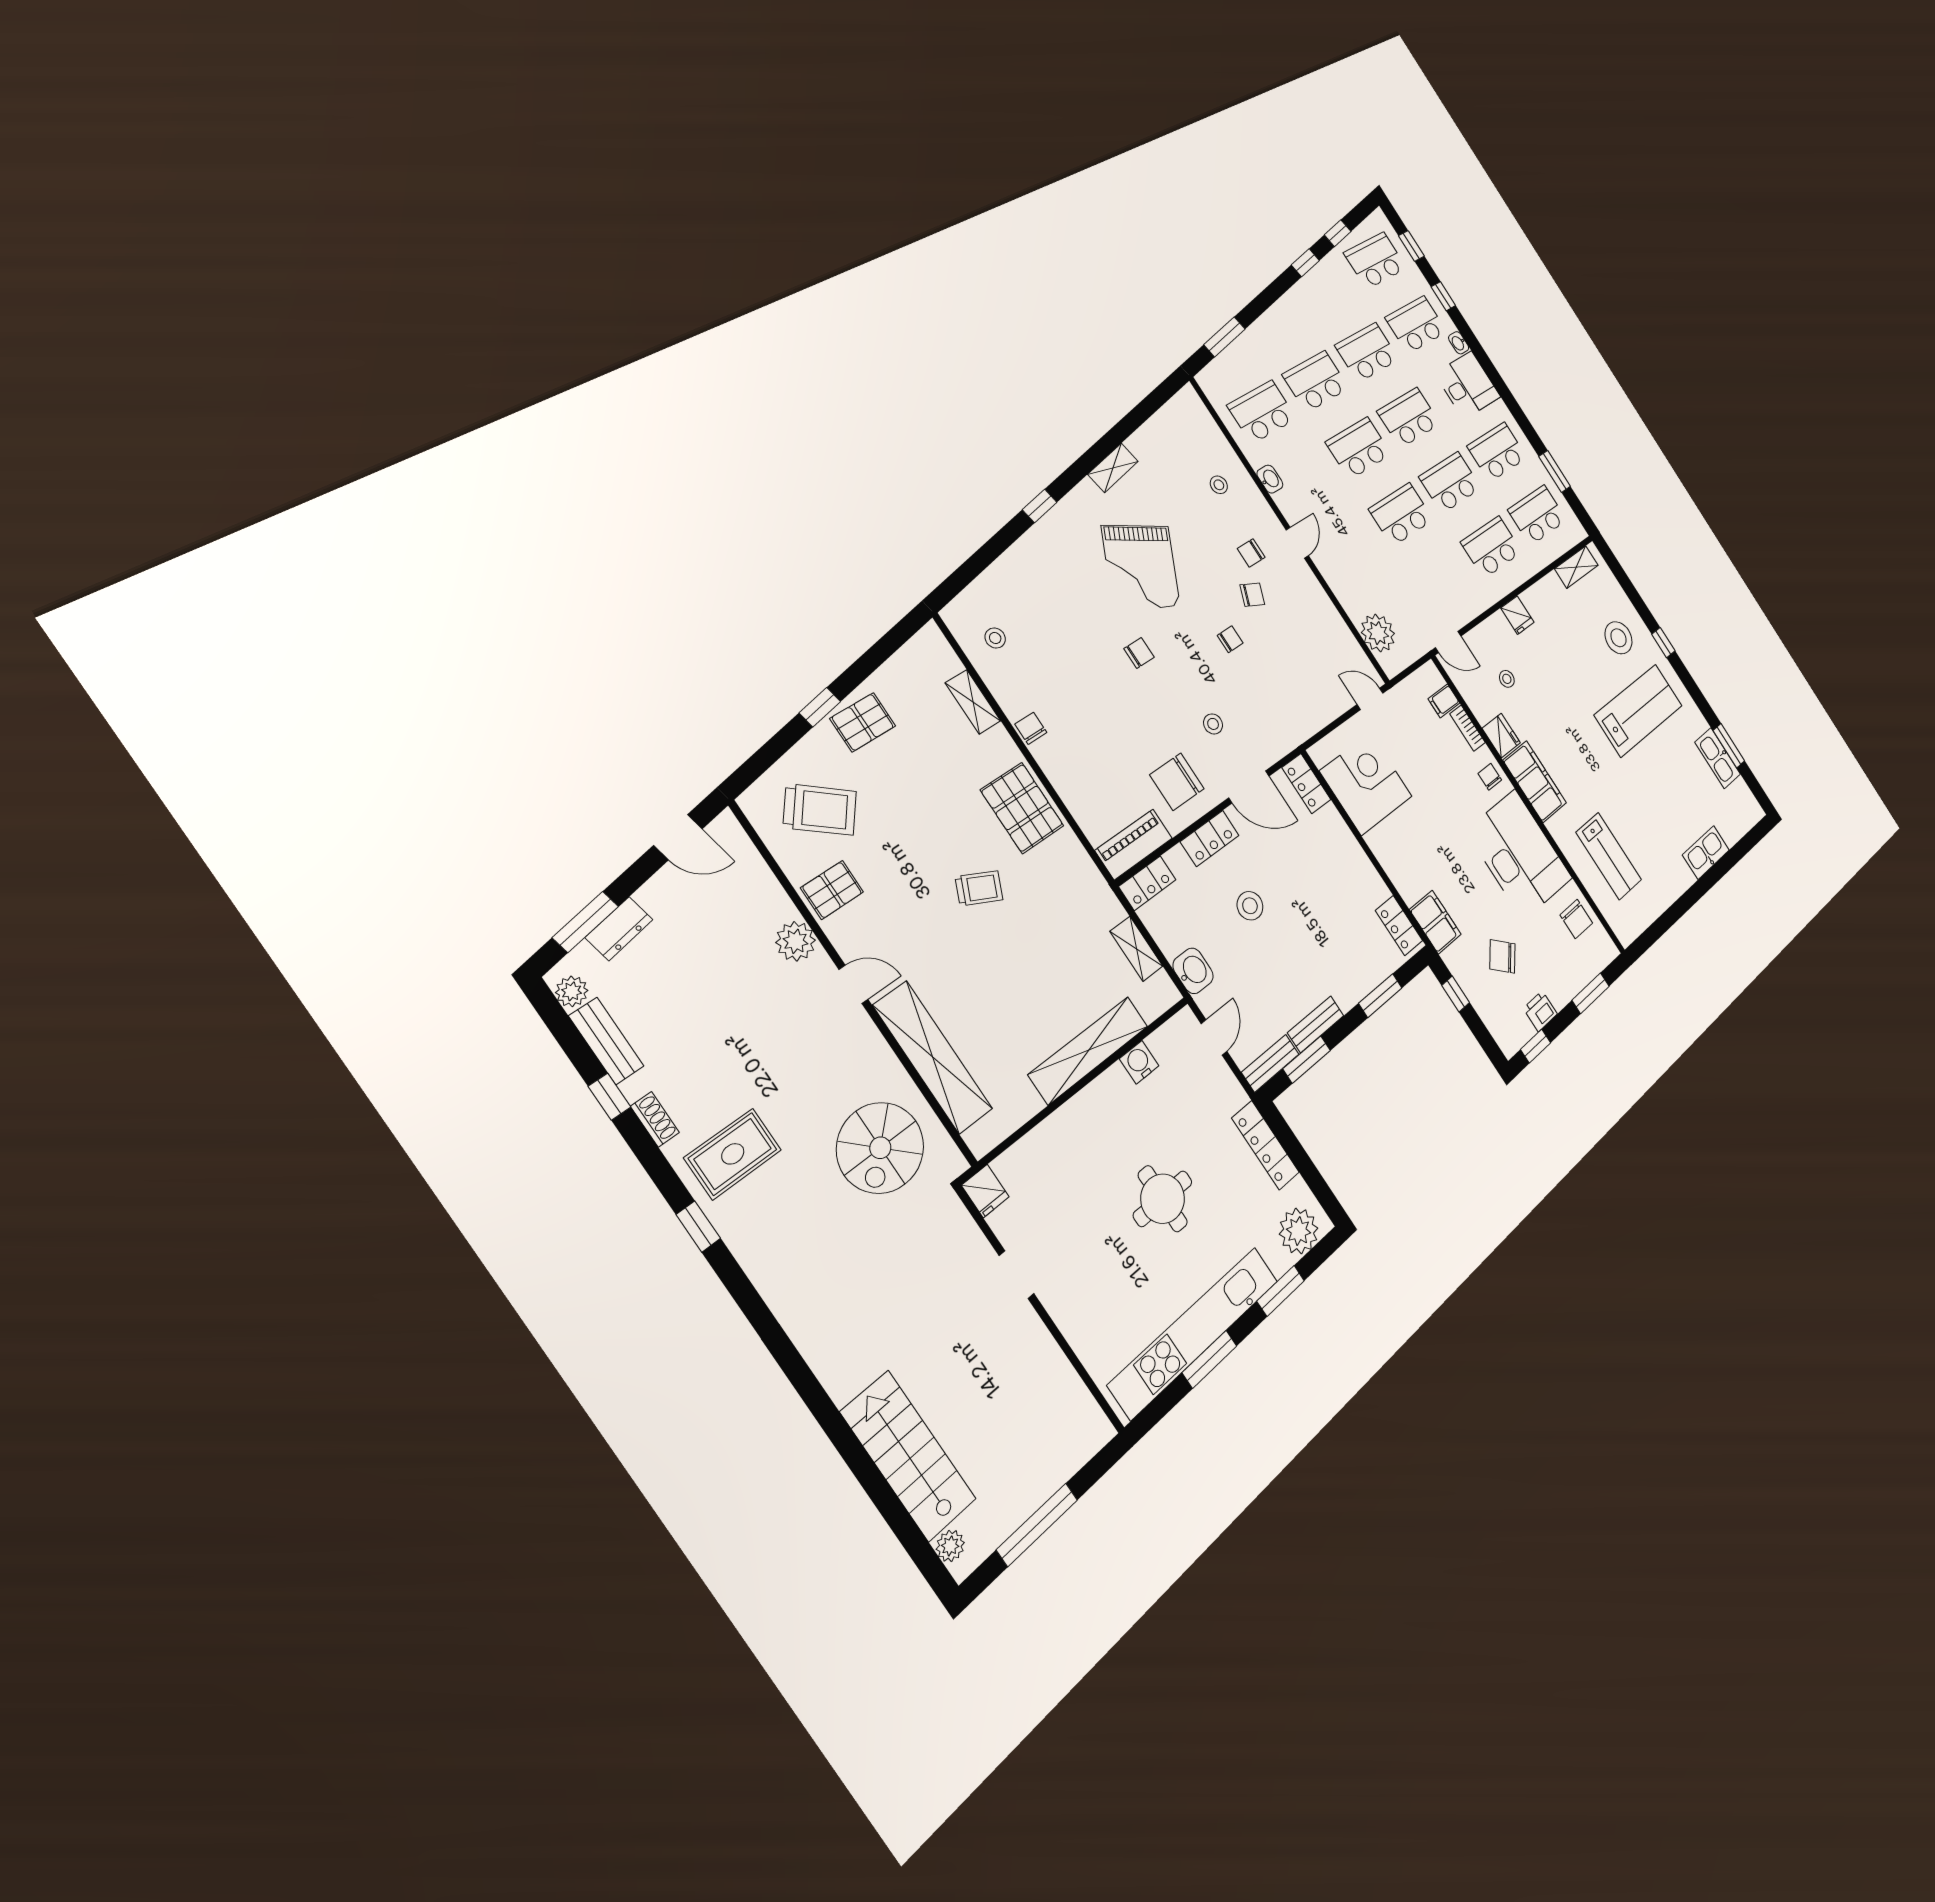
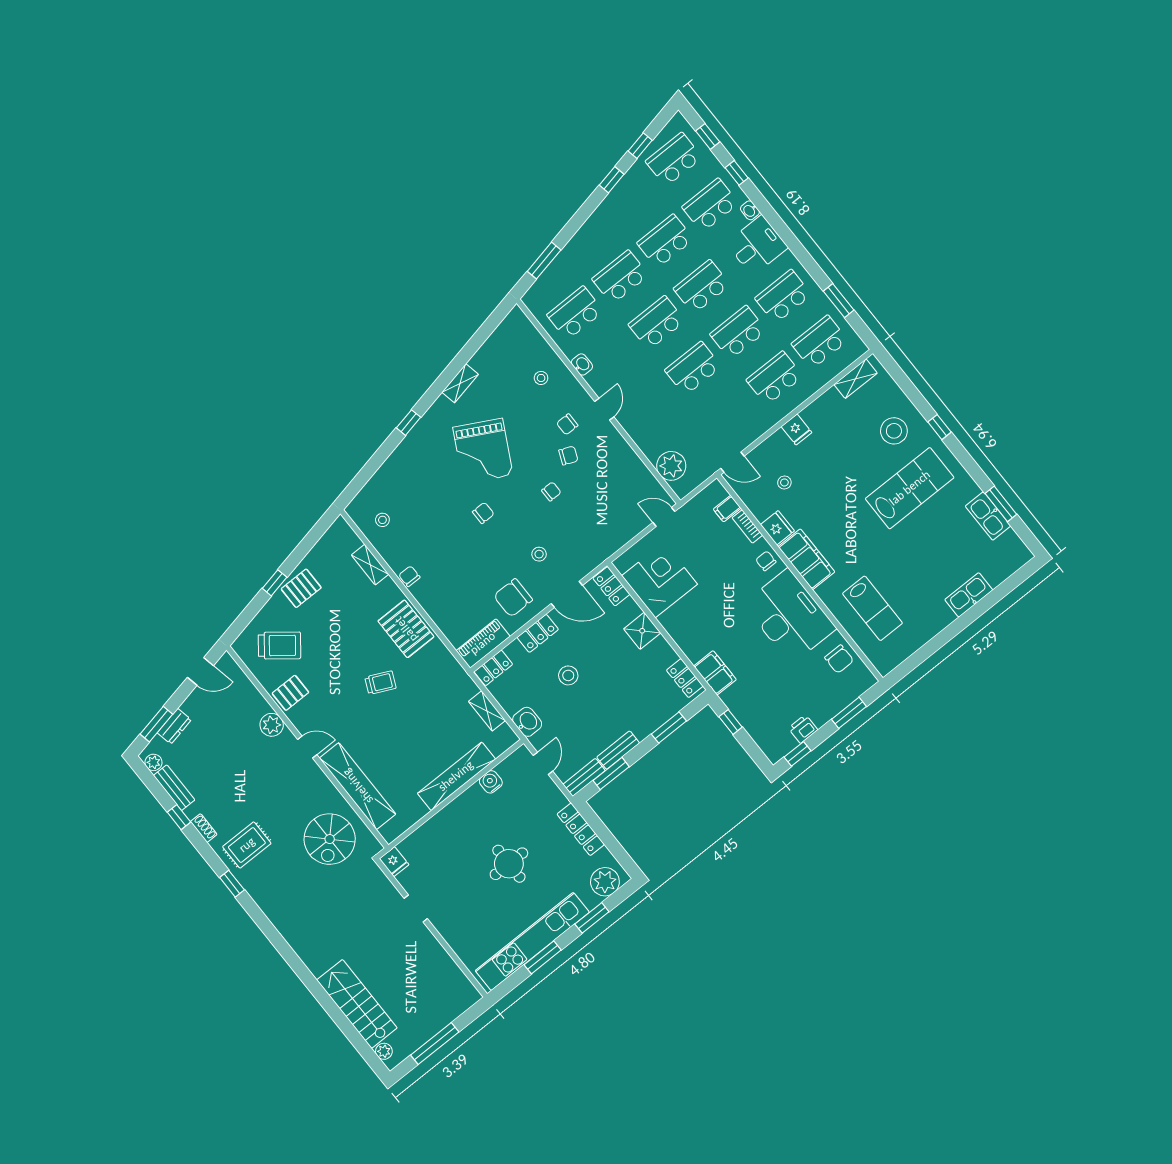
shower: (1345, 852) -> (642, 631), added
chair: (1502, 956) -> (771, 692), removed

